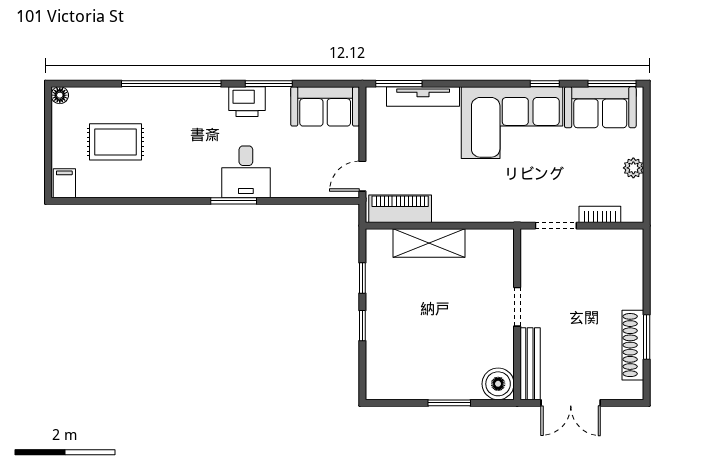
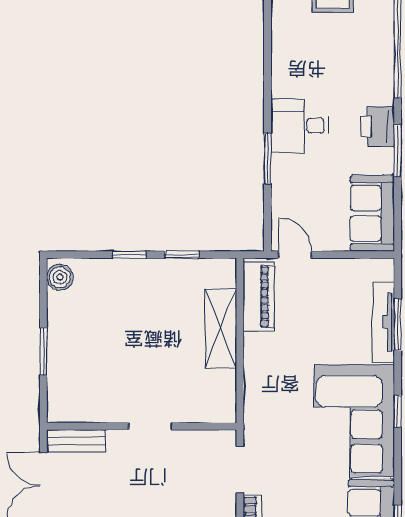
window: (399, 84) -> (398, 325), moved
window: (545, 84) -> (398, 411), moved
window: (234, 201) -> (268, 158), moved
bench: (530, 364) -> (76, 441), width x0.73
boiler: (498, 384) -> (60, 277), moved, width x0.73, depth x0.73

